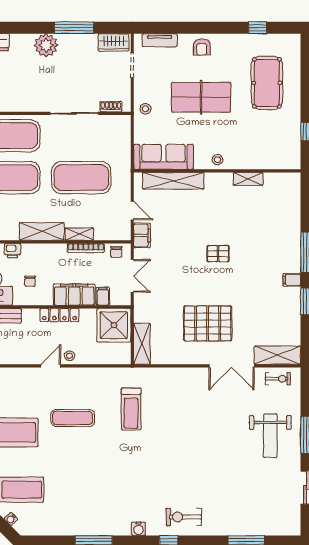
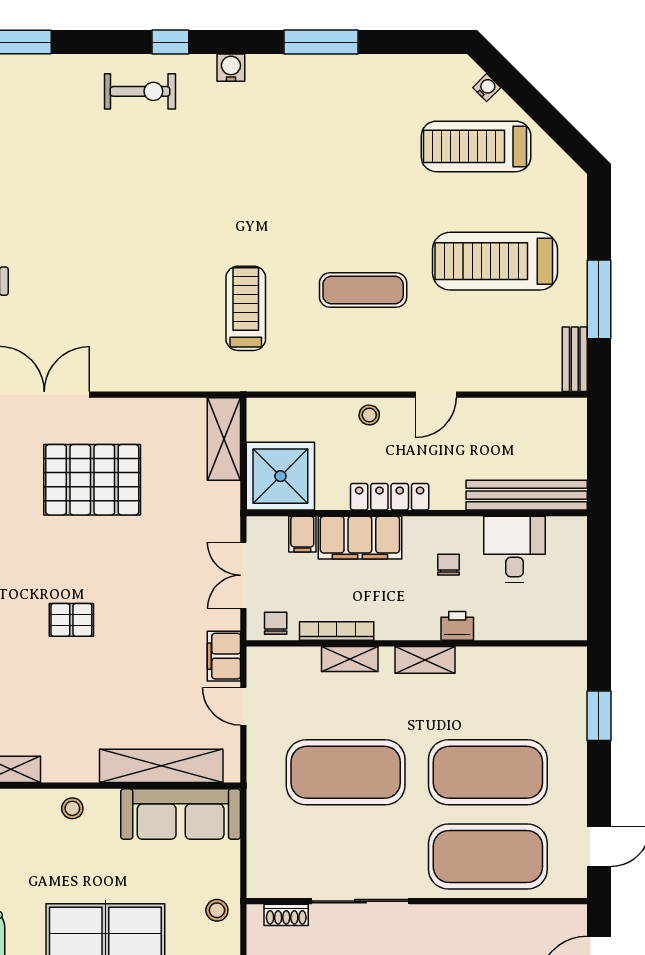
shelving: (42, 231) -> (425, 660), width x0.67, depth x0.75
printer: (12, 251) -> (457, 626), moved
door: (51, 366) -> (436, 395), moved

